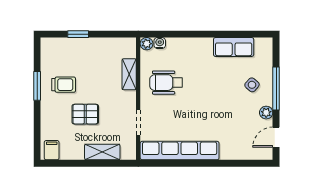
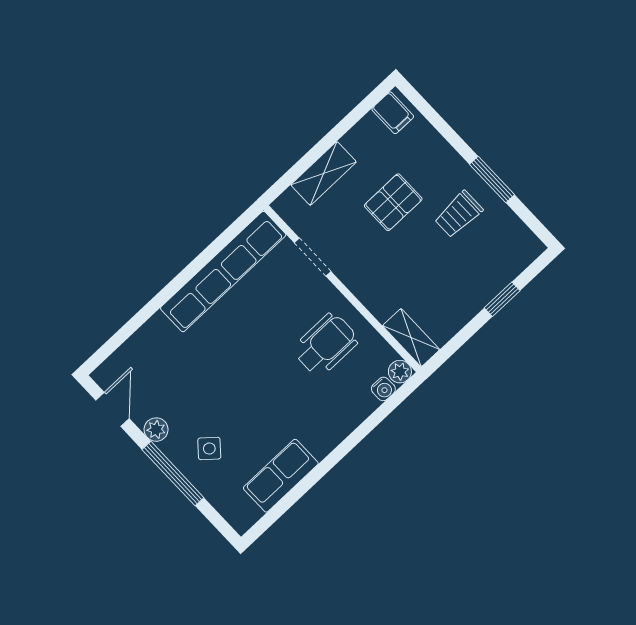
shelving: (129, 74) -> (411, 338), moved

